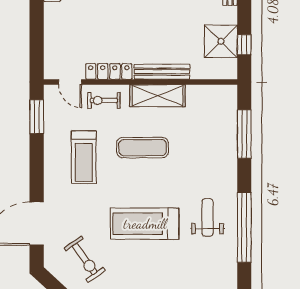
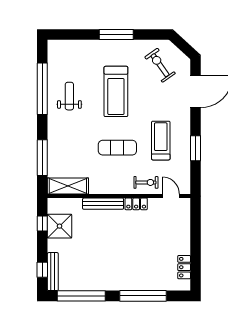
locker: (109, 71) -> (136, 204), width x0.66
shelving: (157, 96) -> (68, 186), moved
window: (37, 117) -> (196, 148), moved
weight bench: (208, 217) -> (69, 96), turned 180
treadmill: (145, 224) -> (116, 91), turned 90

